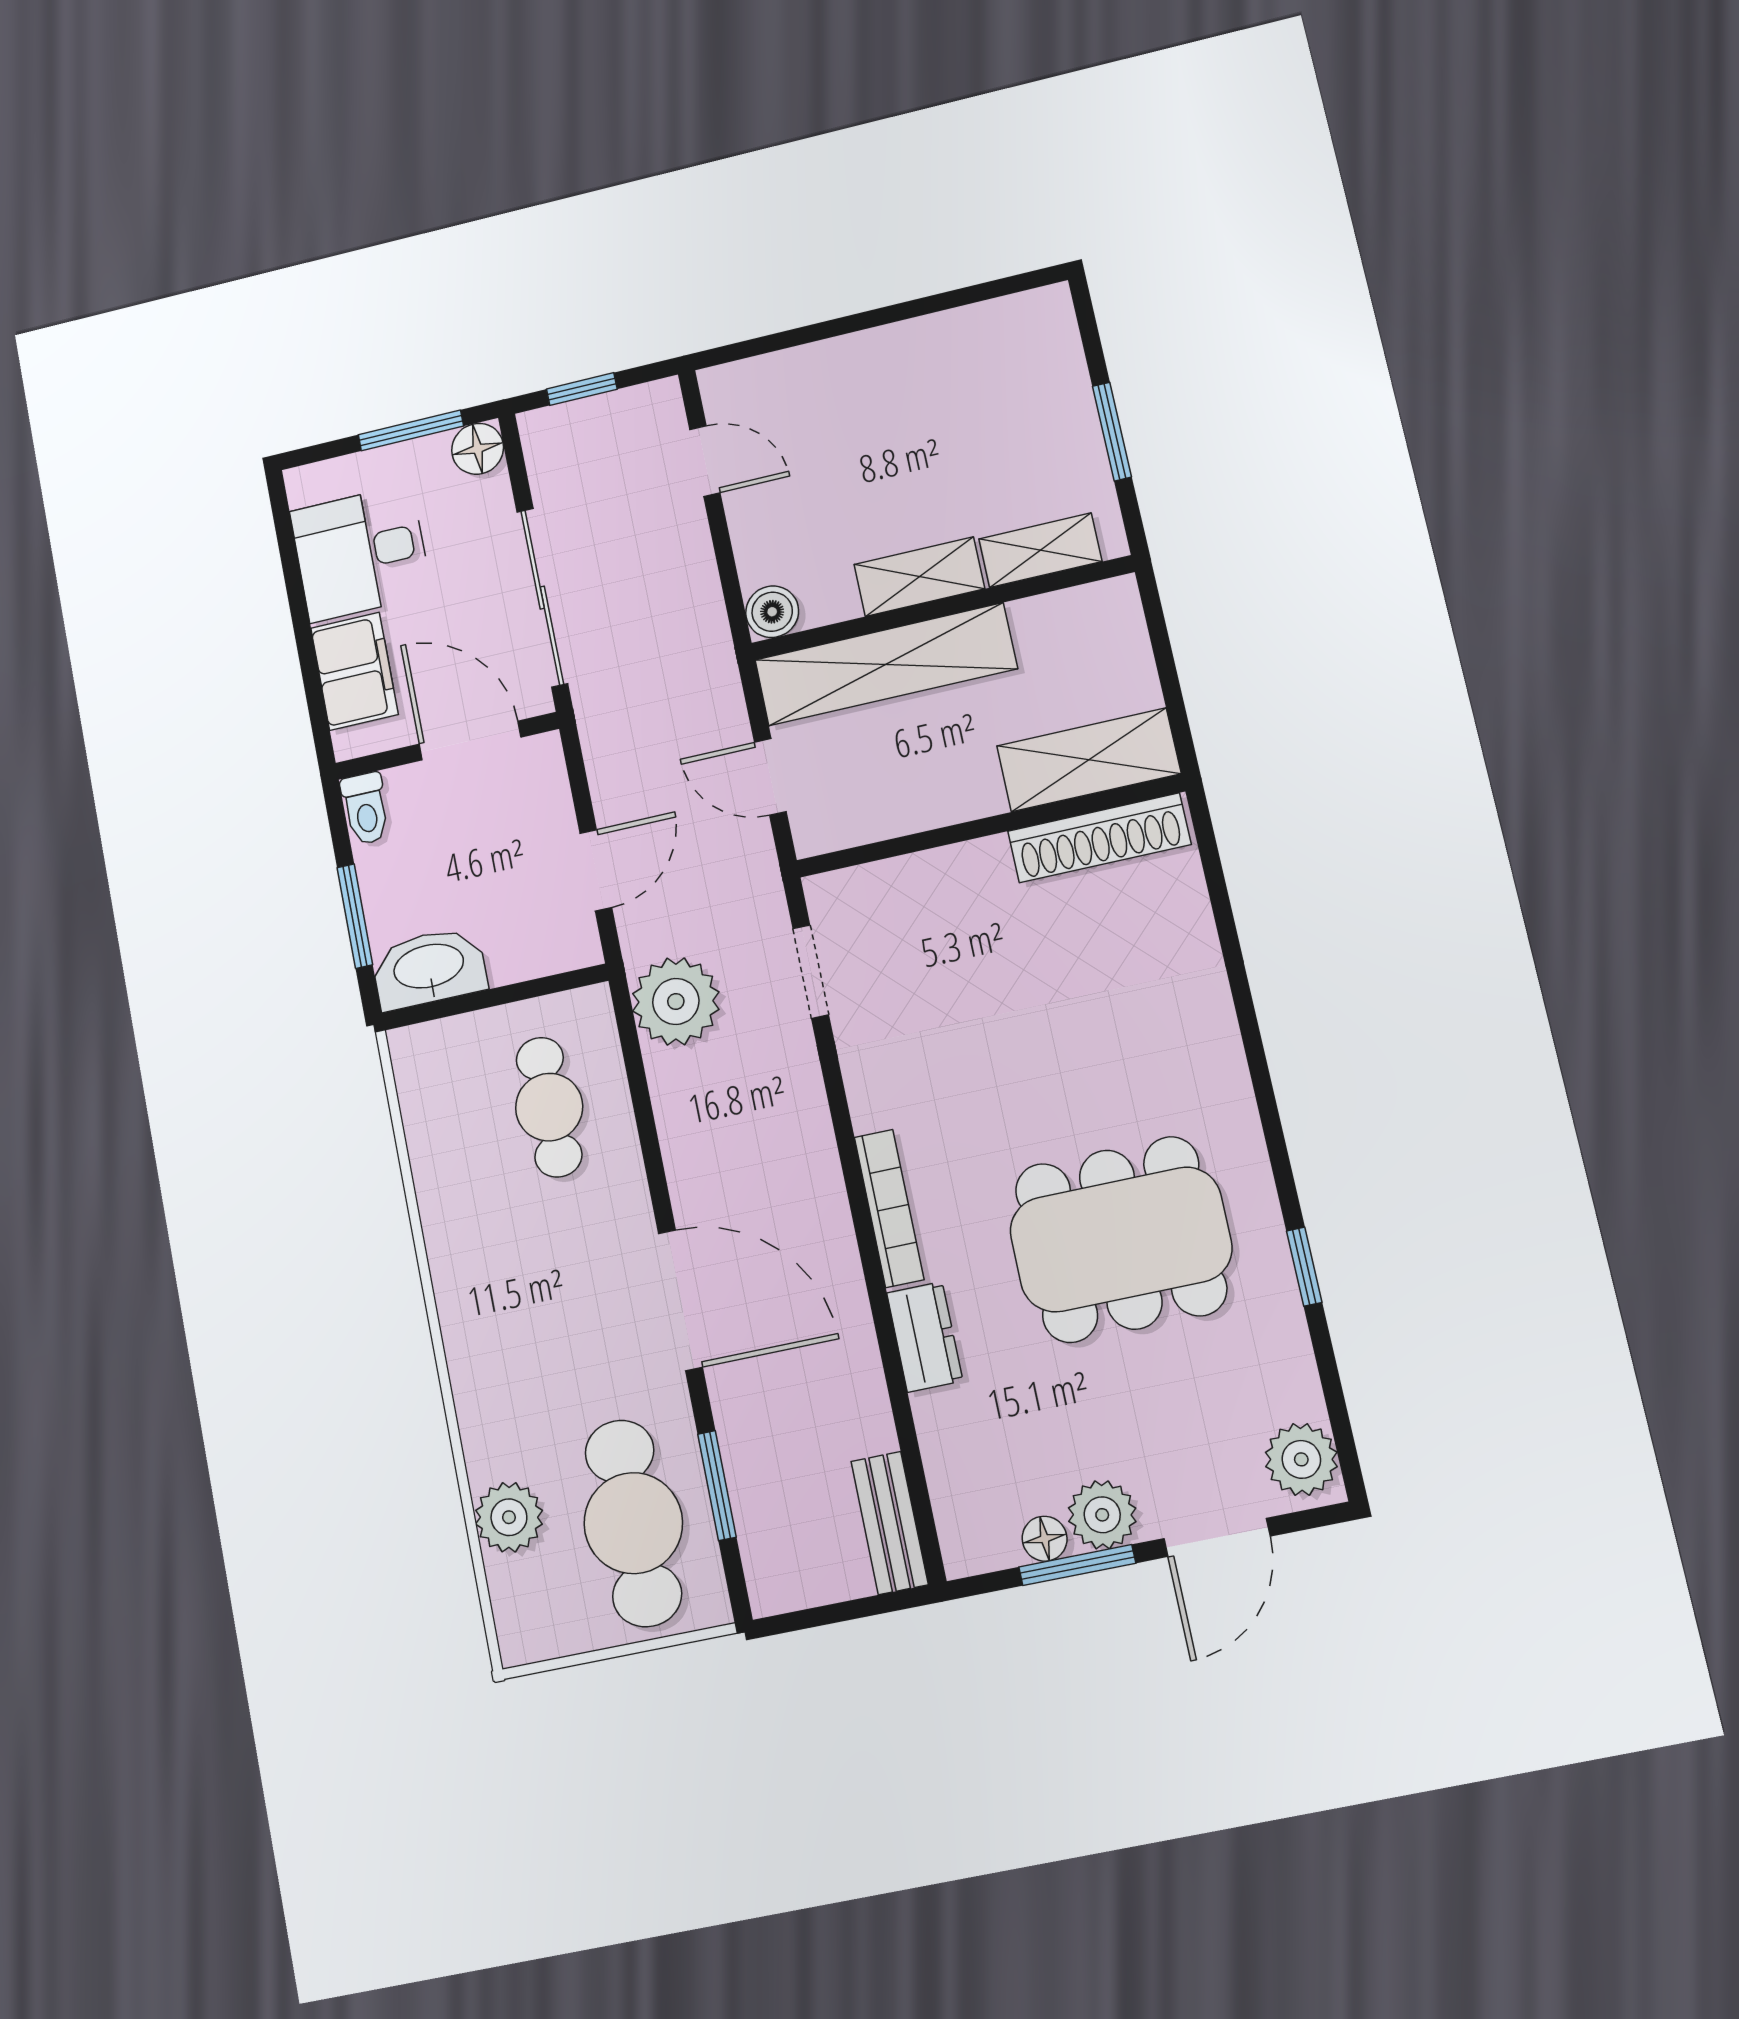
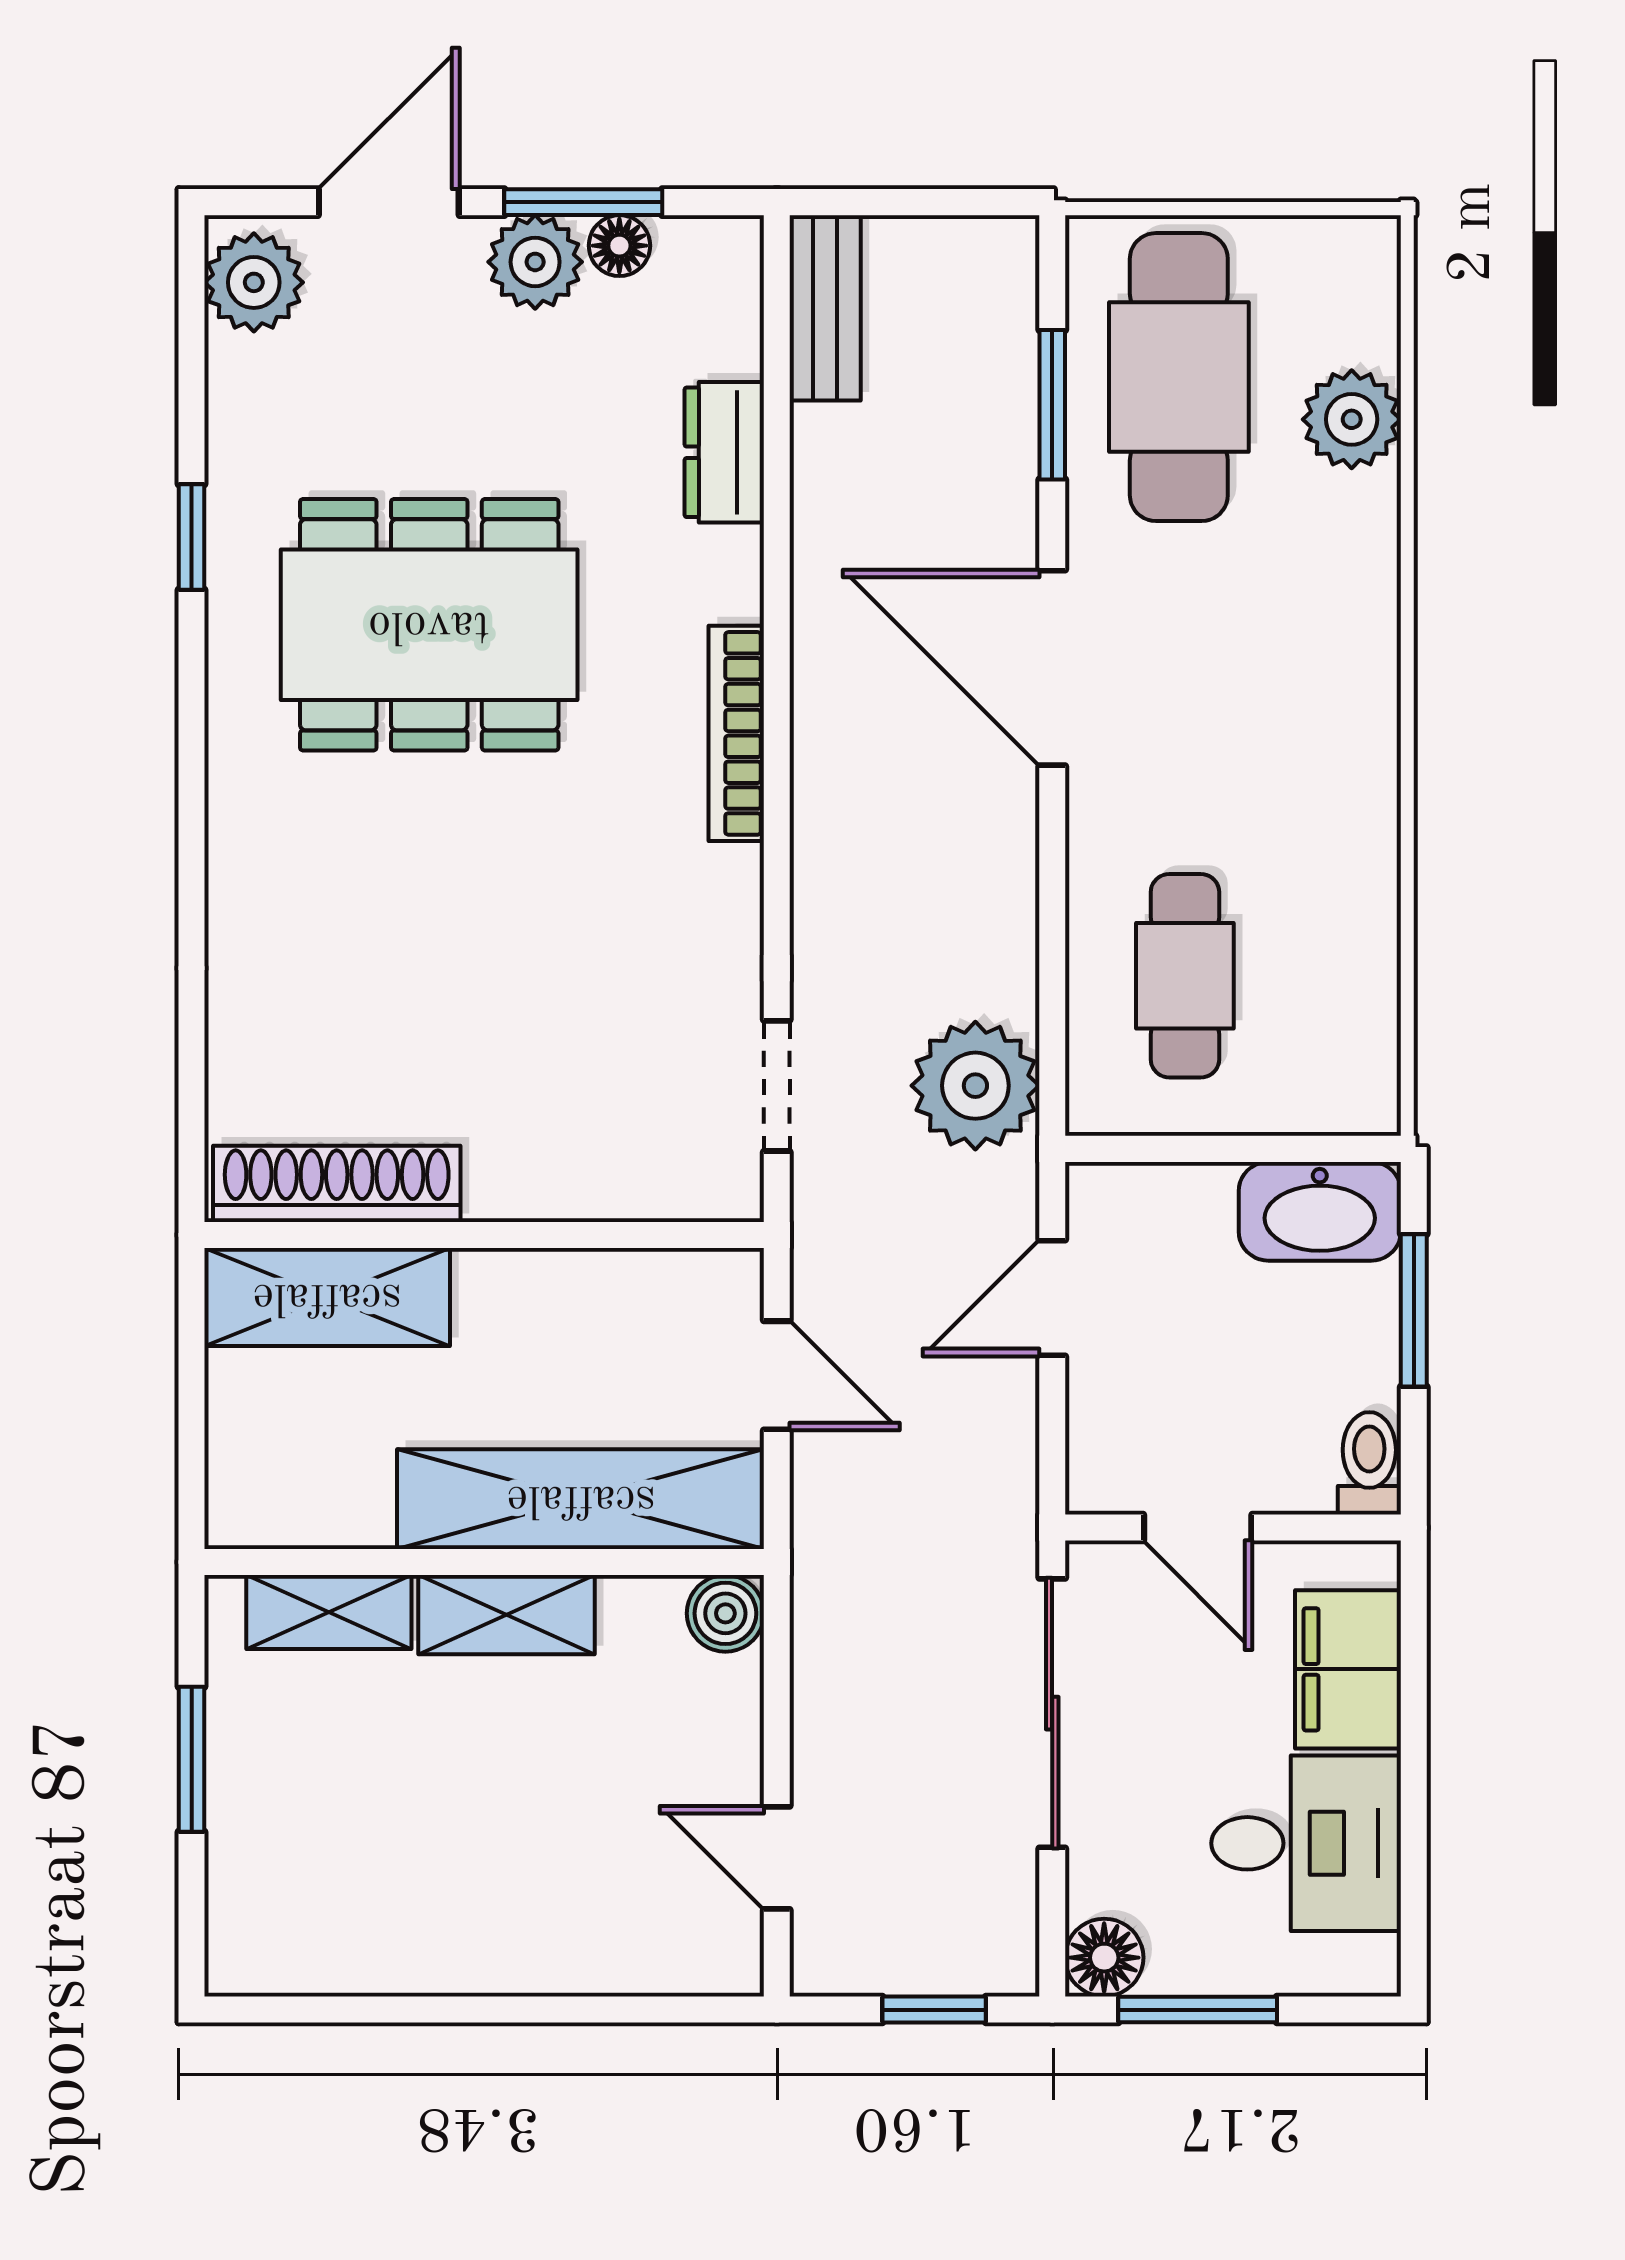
door: (470, 741) -> (1198, 1528), width x0.73
dresser: (925, 1337) -> (724, 452), moved

